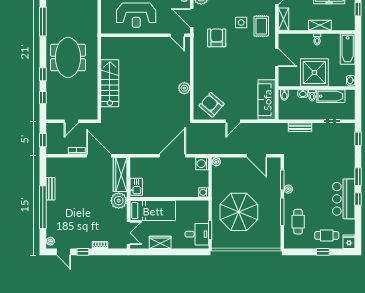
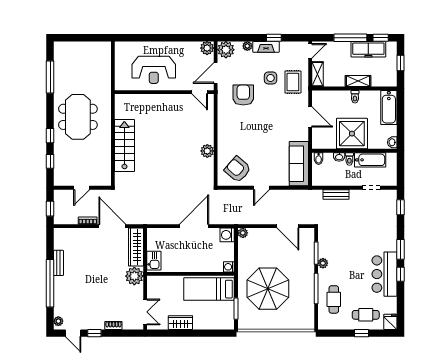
door: (192, 18) -> (216, 73), hinge flipped
bed: (153, 211) -> (209, 289), moved, turned 180
desk: (197, 234) -> (221, 313), removed

